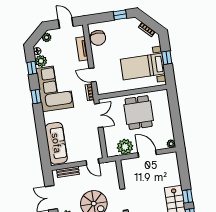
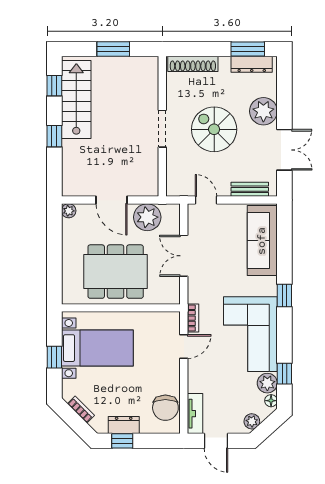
dresser: (121, 24) -> (124, 425), added
chair: (98, 38) -> (165, 408), turned 180
tv unit: (82, 49) -> (195, 414), moved
door: (93, 75) -> (184, 346), hinge flipped
window: (36, 97) -> (284, 295), moved
dining table: (139, 113) -> (116, 272), width x1.38
double door: (99, 115) -> (184, 256), moved
window: (187, 196) -> (54, 136), moved

